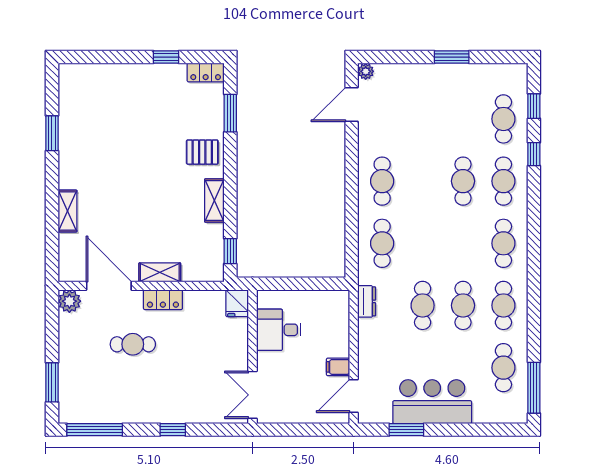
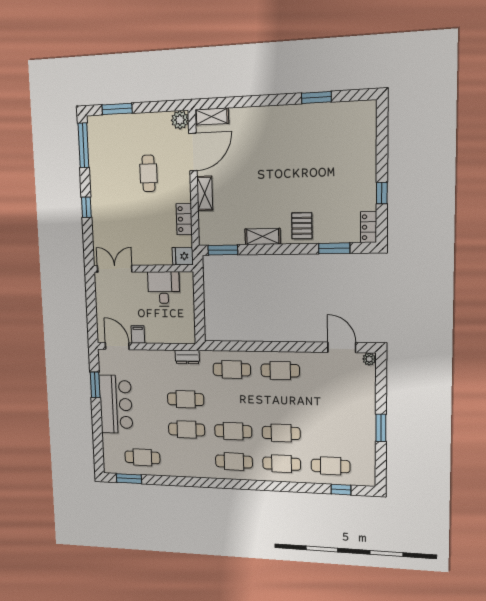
window: (534, 154) -> (303, 488), removed
shelving: (67, 211) -> (212, 117), moved
window: (230, 251) -> (223, 250), width x1.50
locker: (163, 300) -> (184, 219), moved
cafe table: (503, 305) -> (233, 431), moved
window: (534, 388) -> (129, 479), width x0.69

